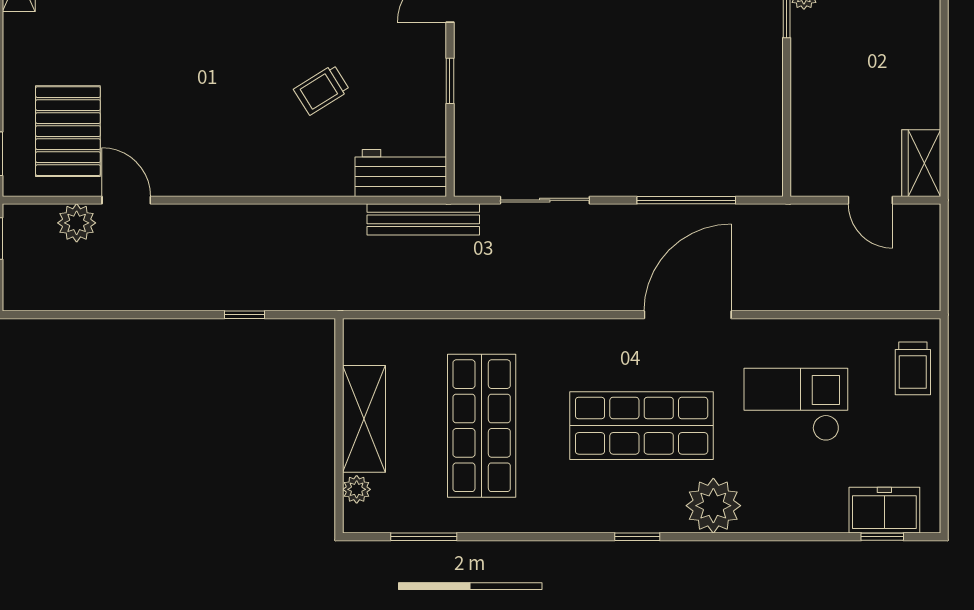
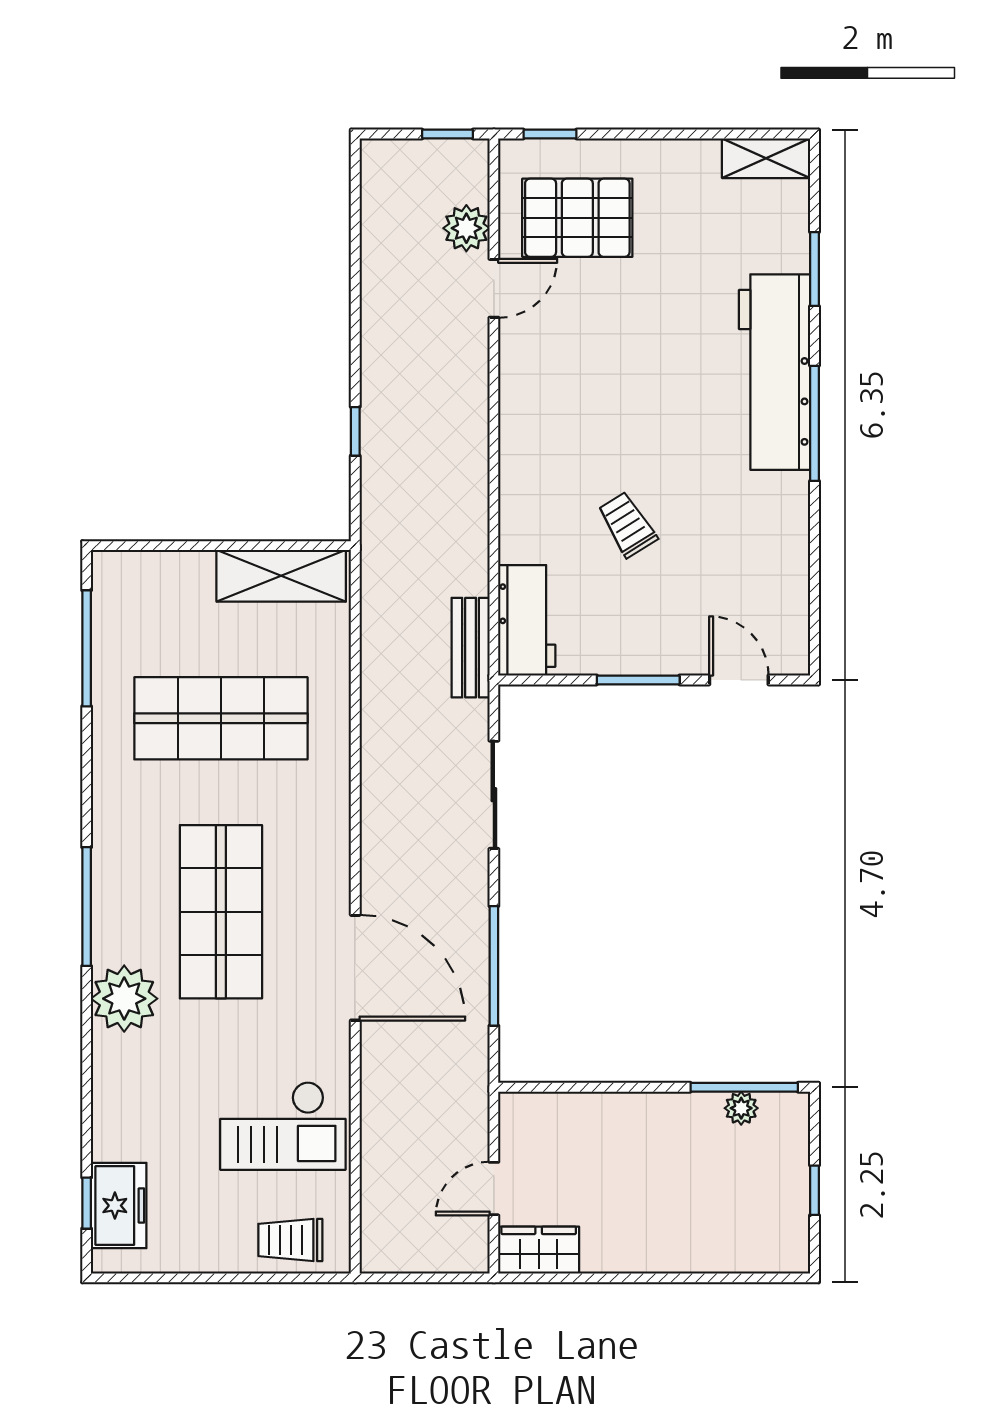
window: (450, 81) -> (638, 680), width x1.50
bench: (423, 219) -> (471, 648), width x0.73
checkout: (796, 405) -> (283, 1126), moved, turned 90
shelving: (364, 419) -> (281, 576), moved
plant: (357, 489) -> (144, 567), removed
window: (424, 537) -> (87, 648), width x1.44
window: (637, 537) -> (87, 907), width x2.17

